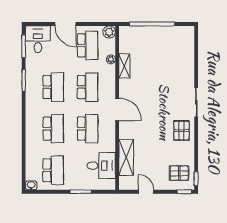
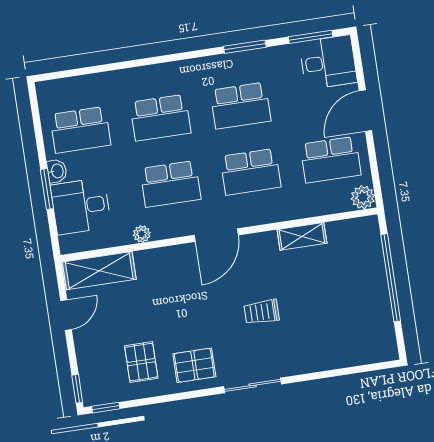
plant: (111, 59) -> (142, 234), moved
trolley: (160, 92) -> (262, 312), added
shelving: (126, 157) -> (99, 271), moved
desk: (101, 166) -> (81, 206), moved, turned 90
pallet: (179, 173) -> (141, 362), moved
washbasin: (31, 185) -> (57, 171), moved

